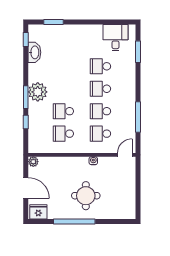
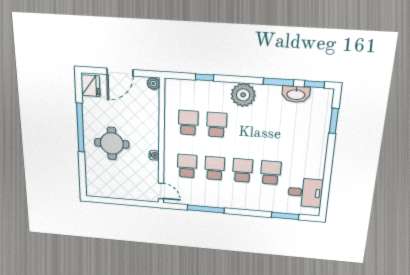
window: (26, 97) -> (278, 82), moved

